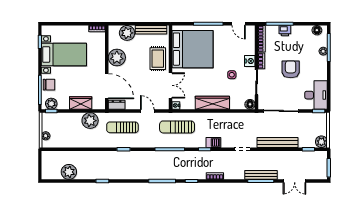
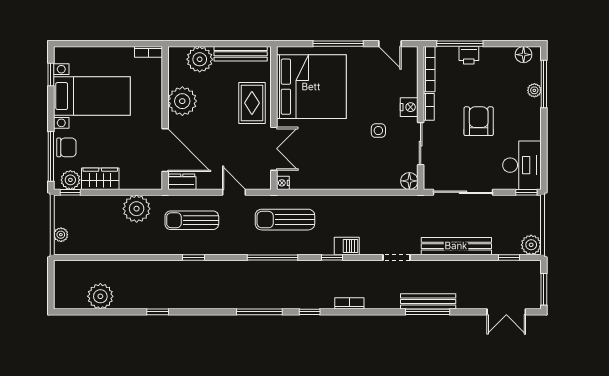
wardrobe: (81, 103) -> (100, 179), moved
wardrobe: (212, 103) -> (345, 178), removed
double door: (295, 181) -> (506, 312), moved

